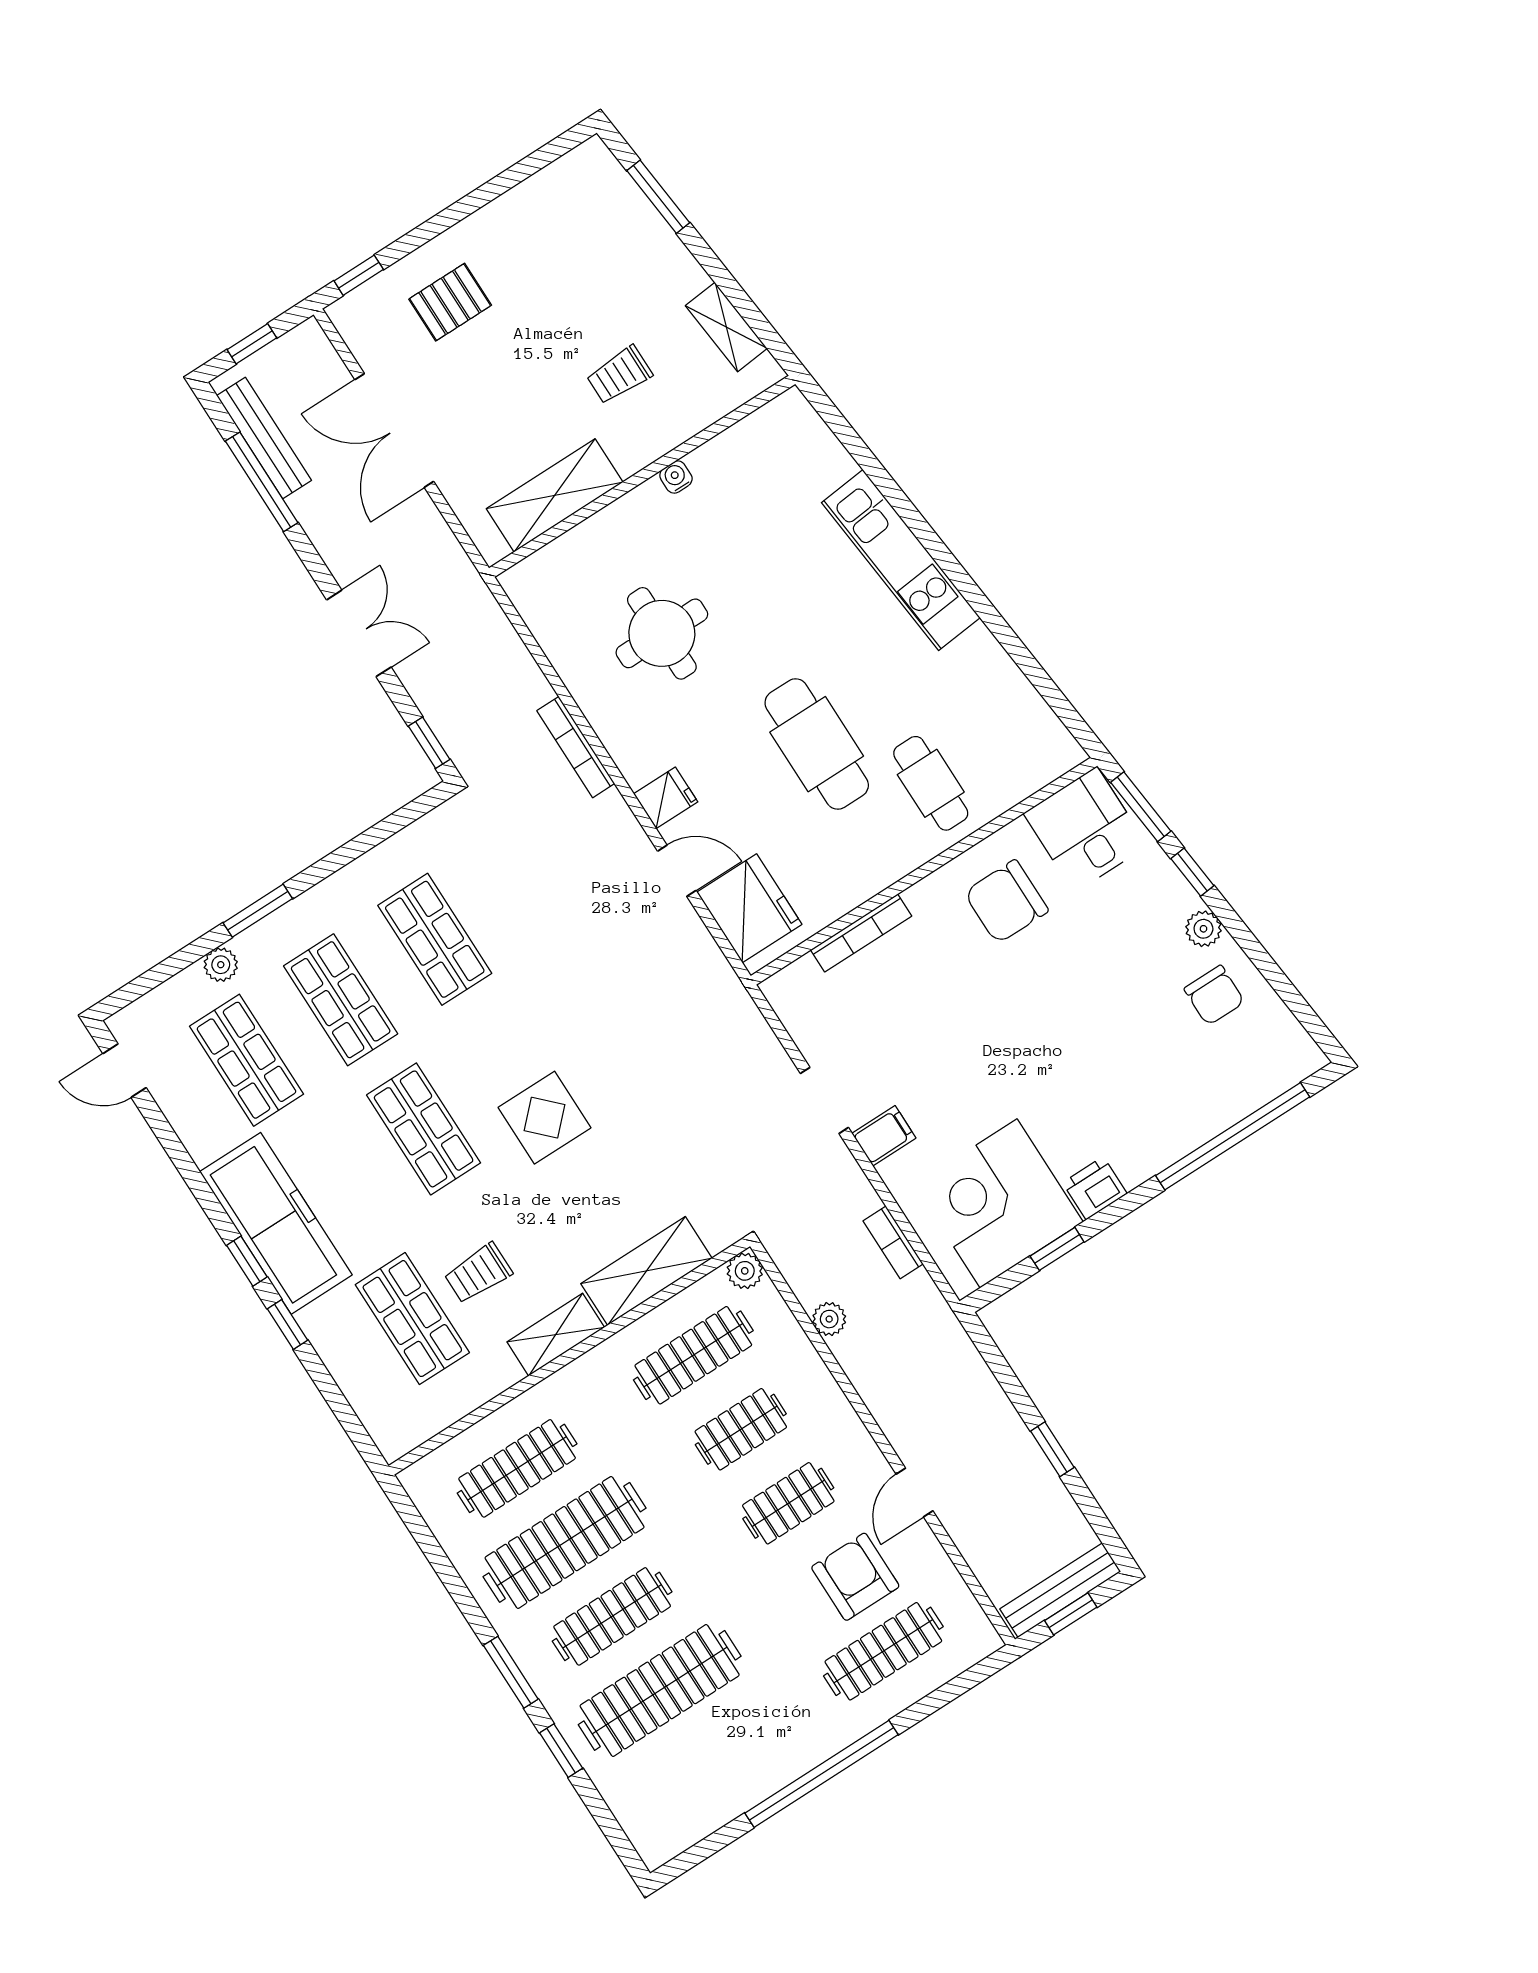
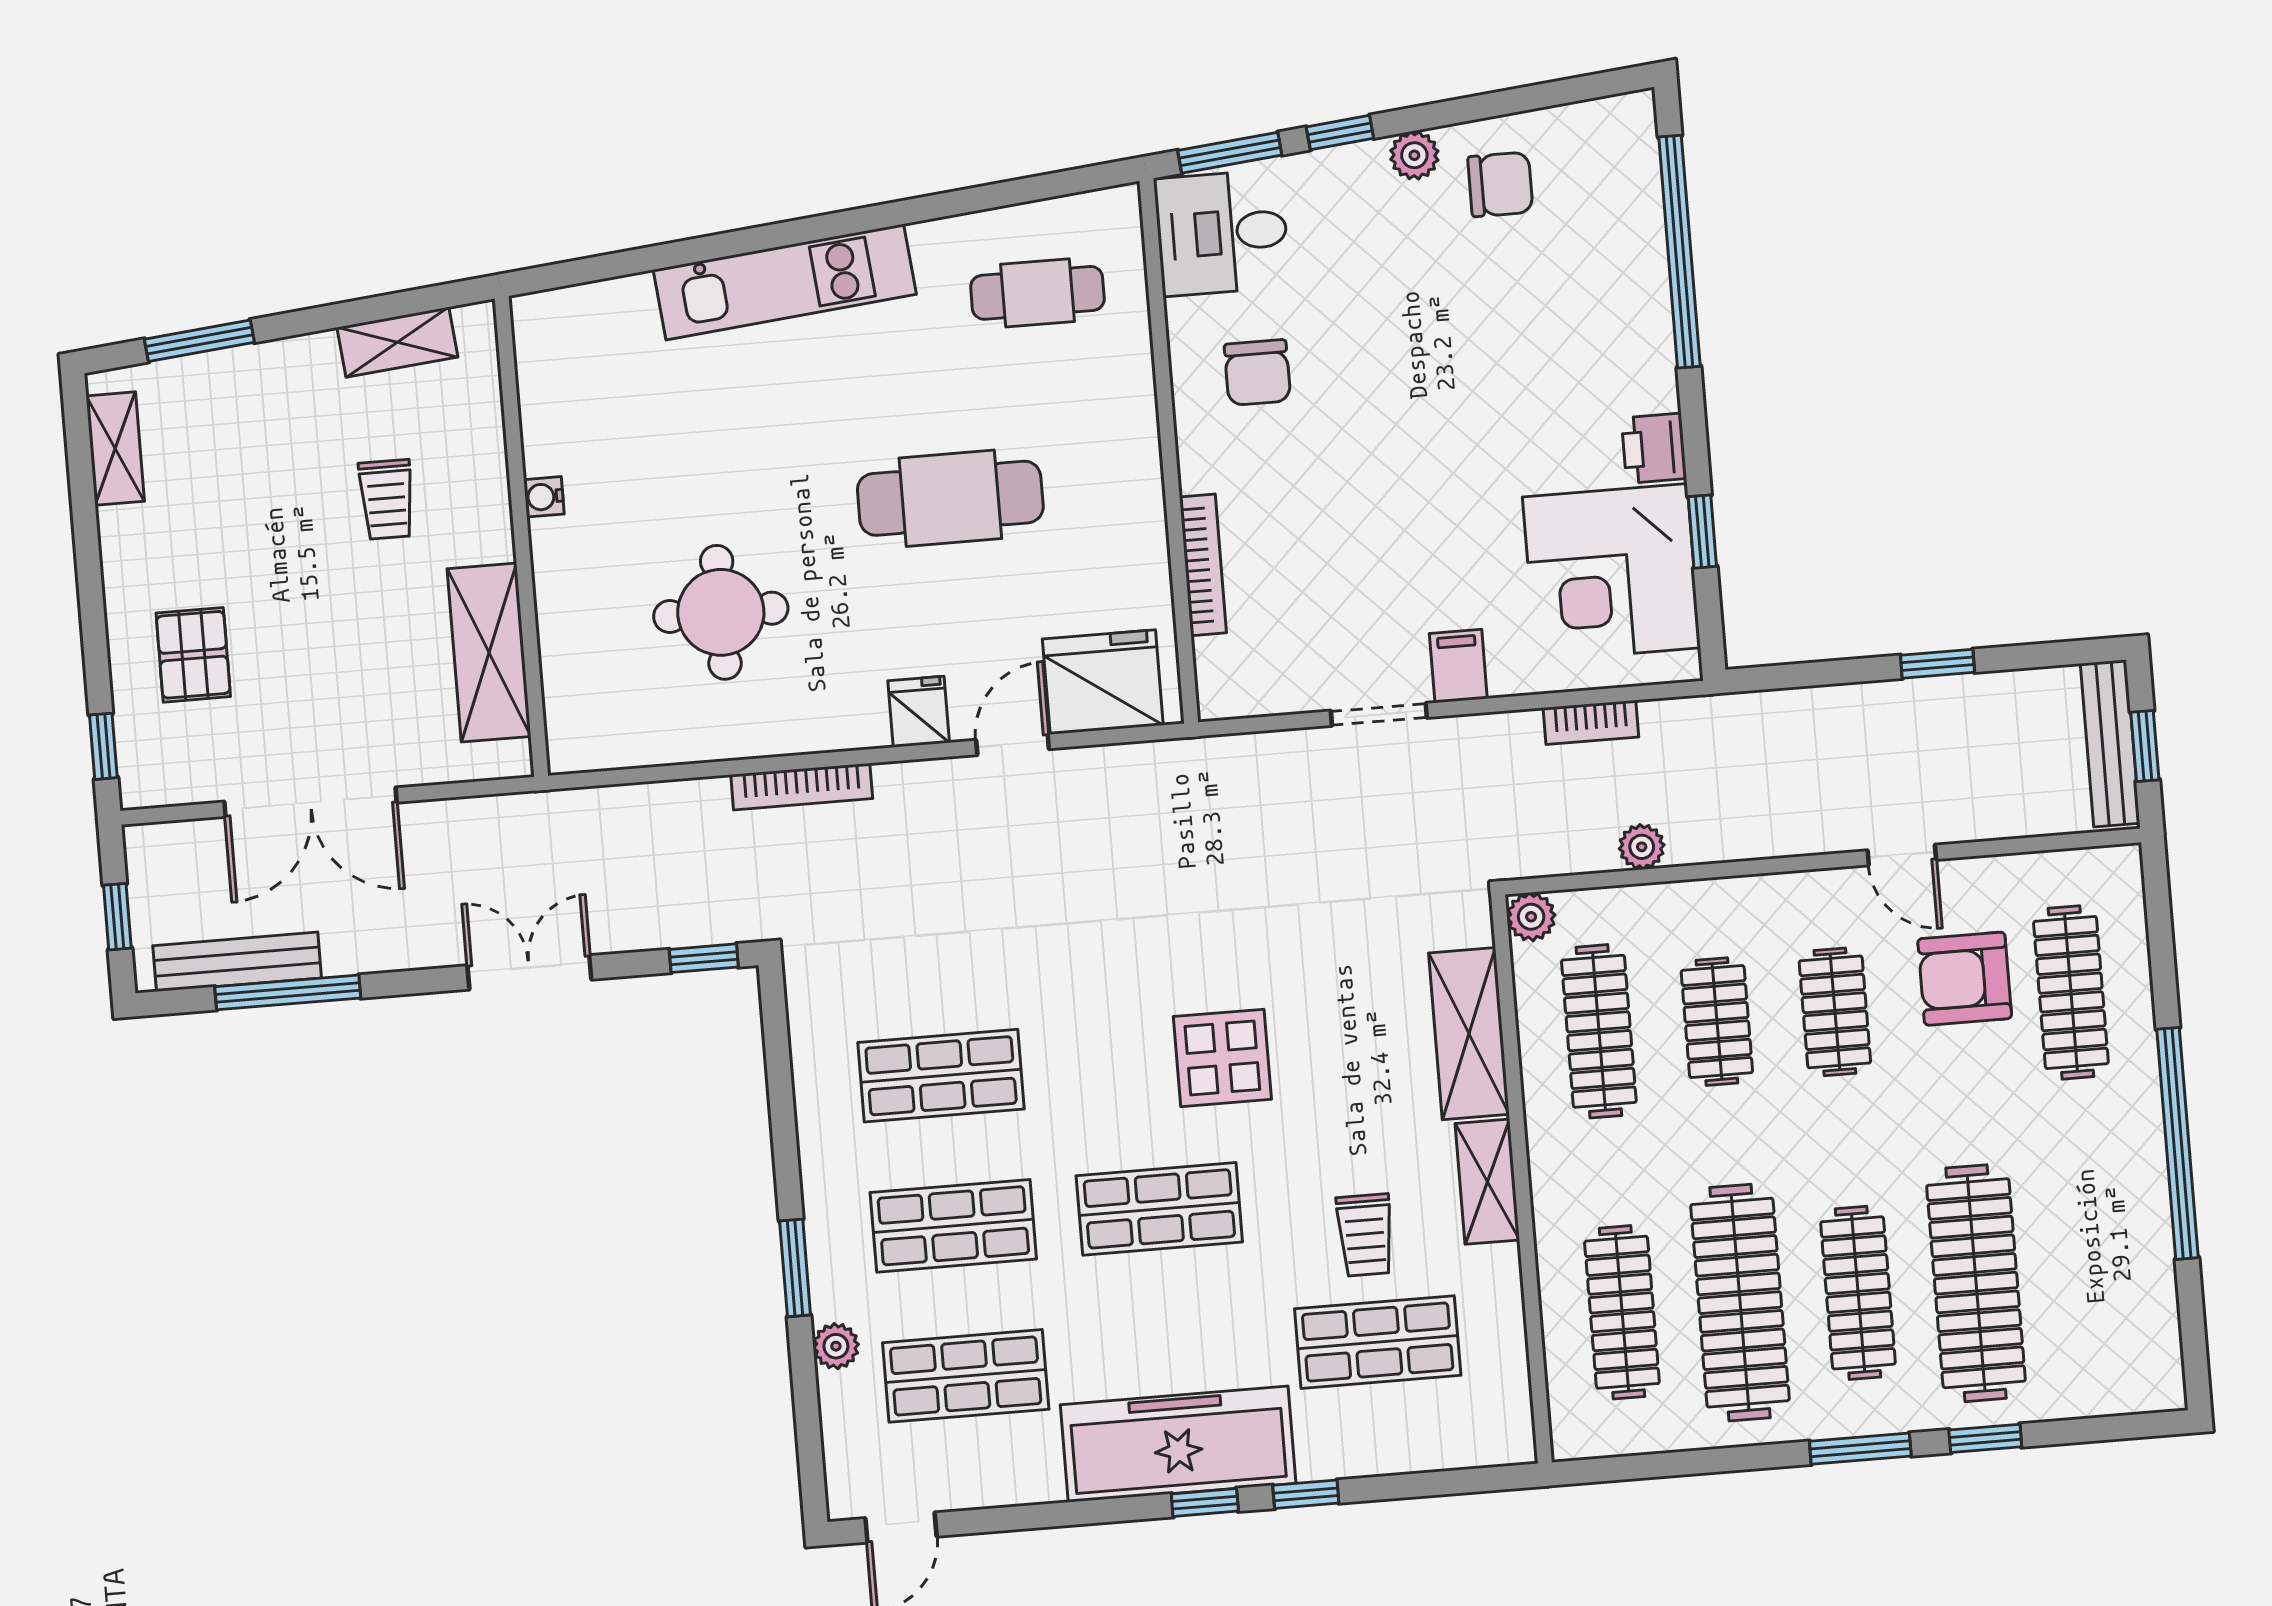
shelving: (558, 179) -> (115, 449), added
cafe table: (931, 783) -> (1037, 293), moved
chair: (1006, 902) -> (1257, 373), width x0.73, depth x0.73

